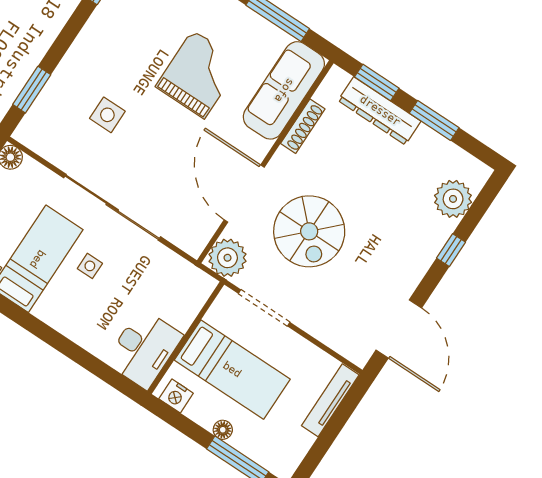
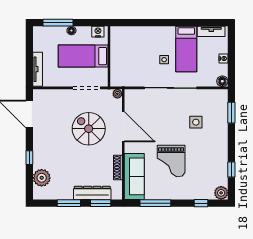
plant: (227, 258) -> (117, 94), width x0.53, depth x0.53
desk: (144, 349) -> (122, 42), removed

